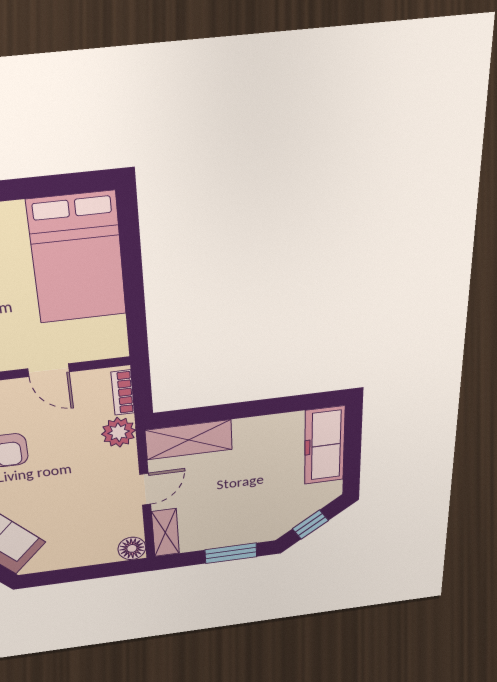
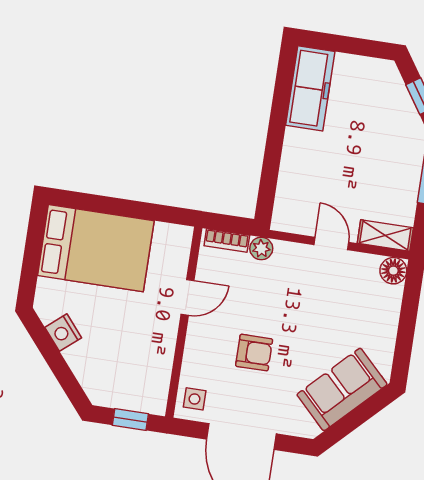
plant: (119, 432) -> (261, 248), width x0.73, depth x0.73
shelving: (189, 440) -> (291, 193), removed
freezer: (325, 445) -> (310, 88), moved, turned -90

